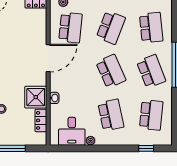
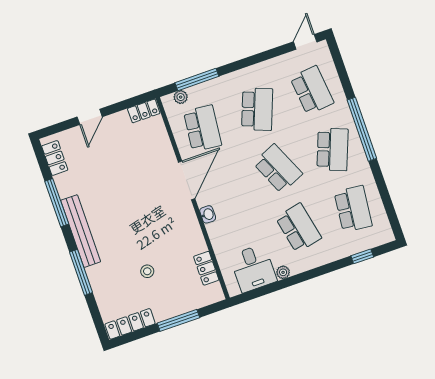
school desk: (151, 71) -> (333, 150), turned 42
shower: (36, 97) -> (188, 239), removed
washbasin: (54, 98) -> (208, 214), moved

